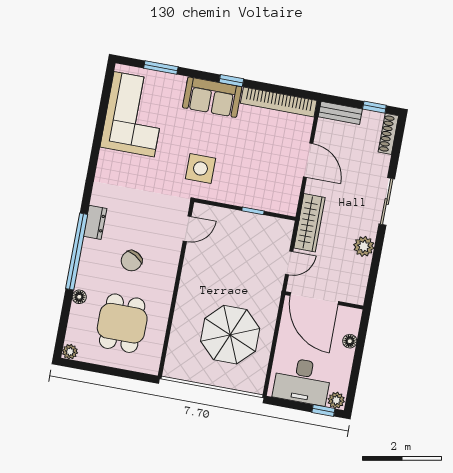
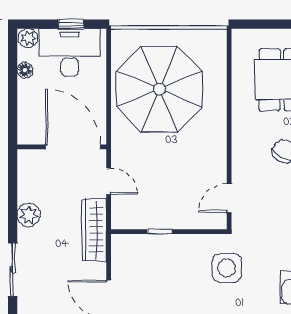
door: (289, 263) -> (109, 181), swing flipped
parasol: (230, 335) -> (159, 89), width x1.36, depth x1.36
floor lamp: (350, 341) -> (25, 70), moved
window: (323, 410) -> (71, 24), moved

